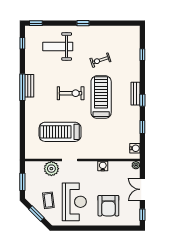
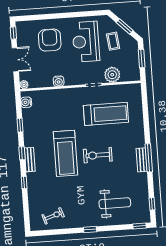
window: (142, 55) -> (24, 183), moved
exercise bike: (100, 60) -> (53, 216), moved

